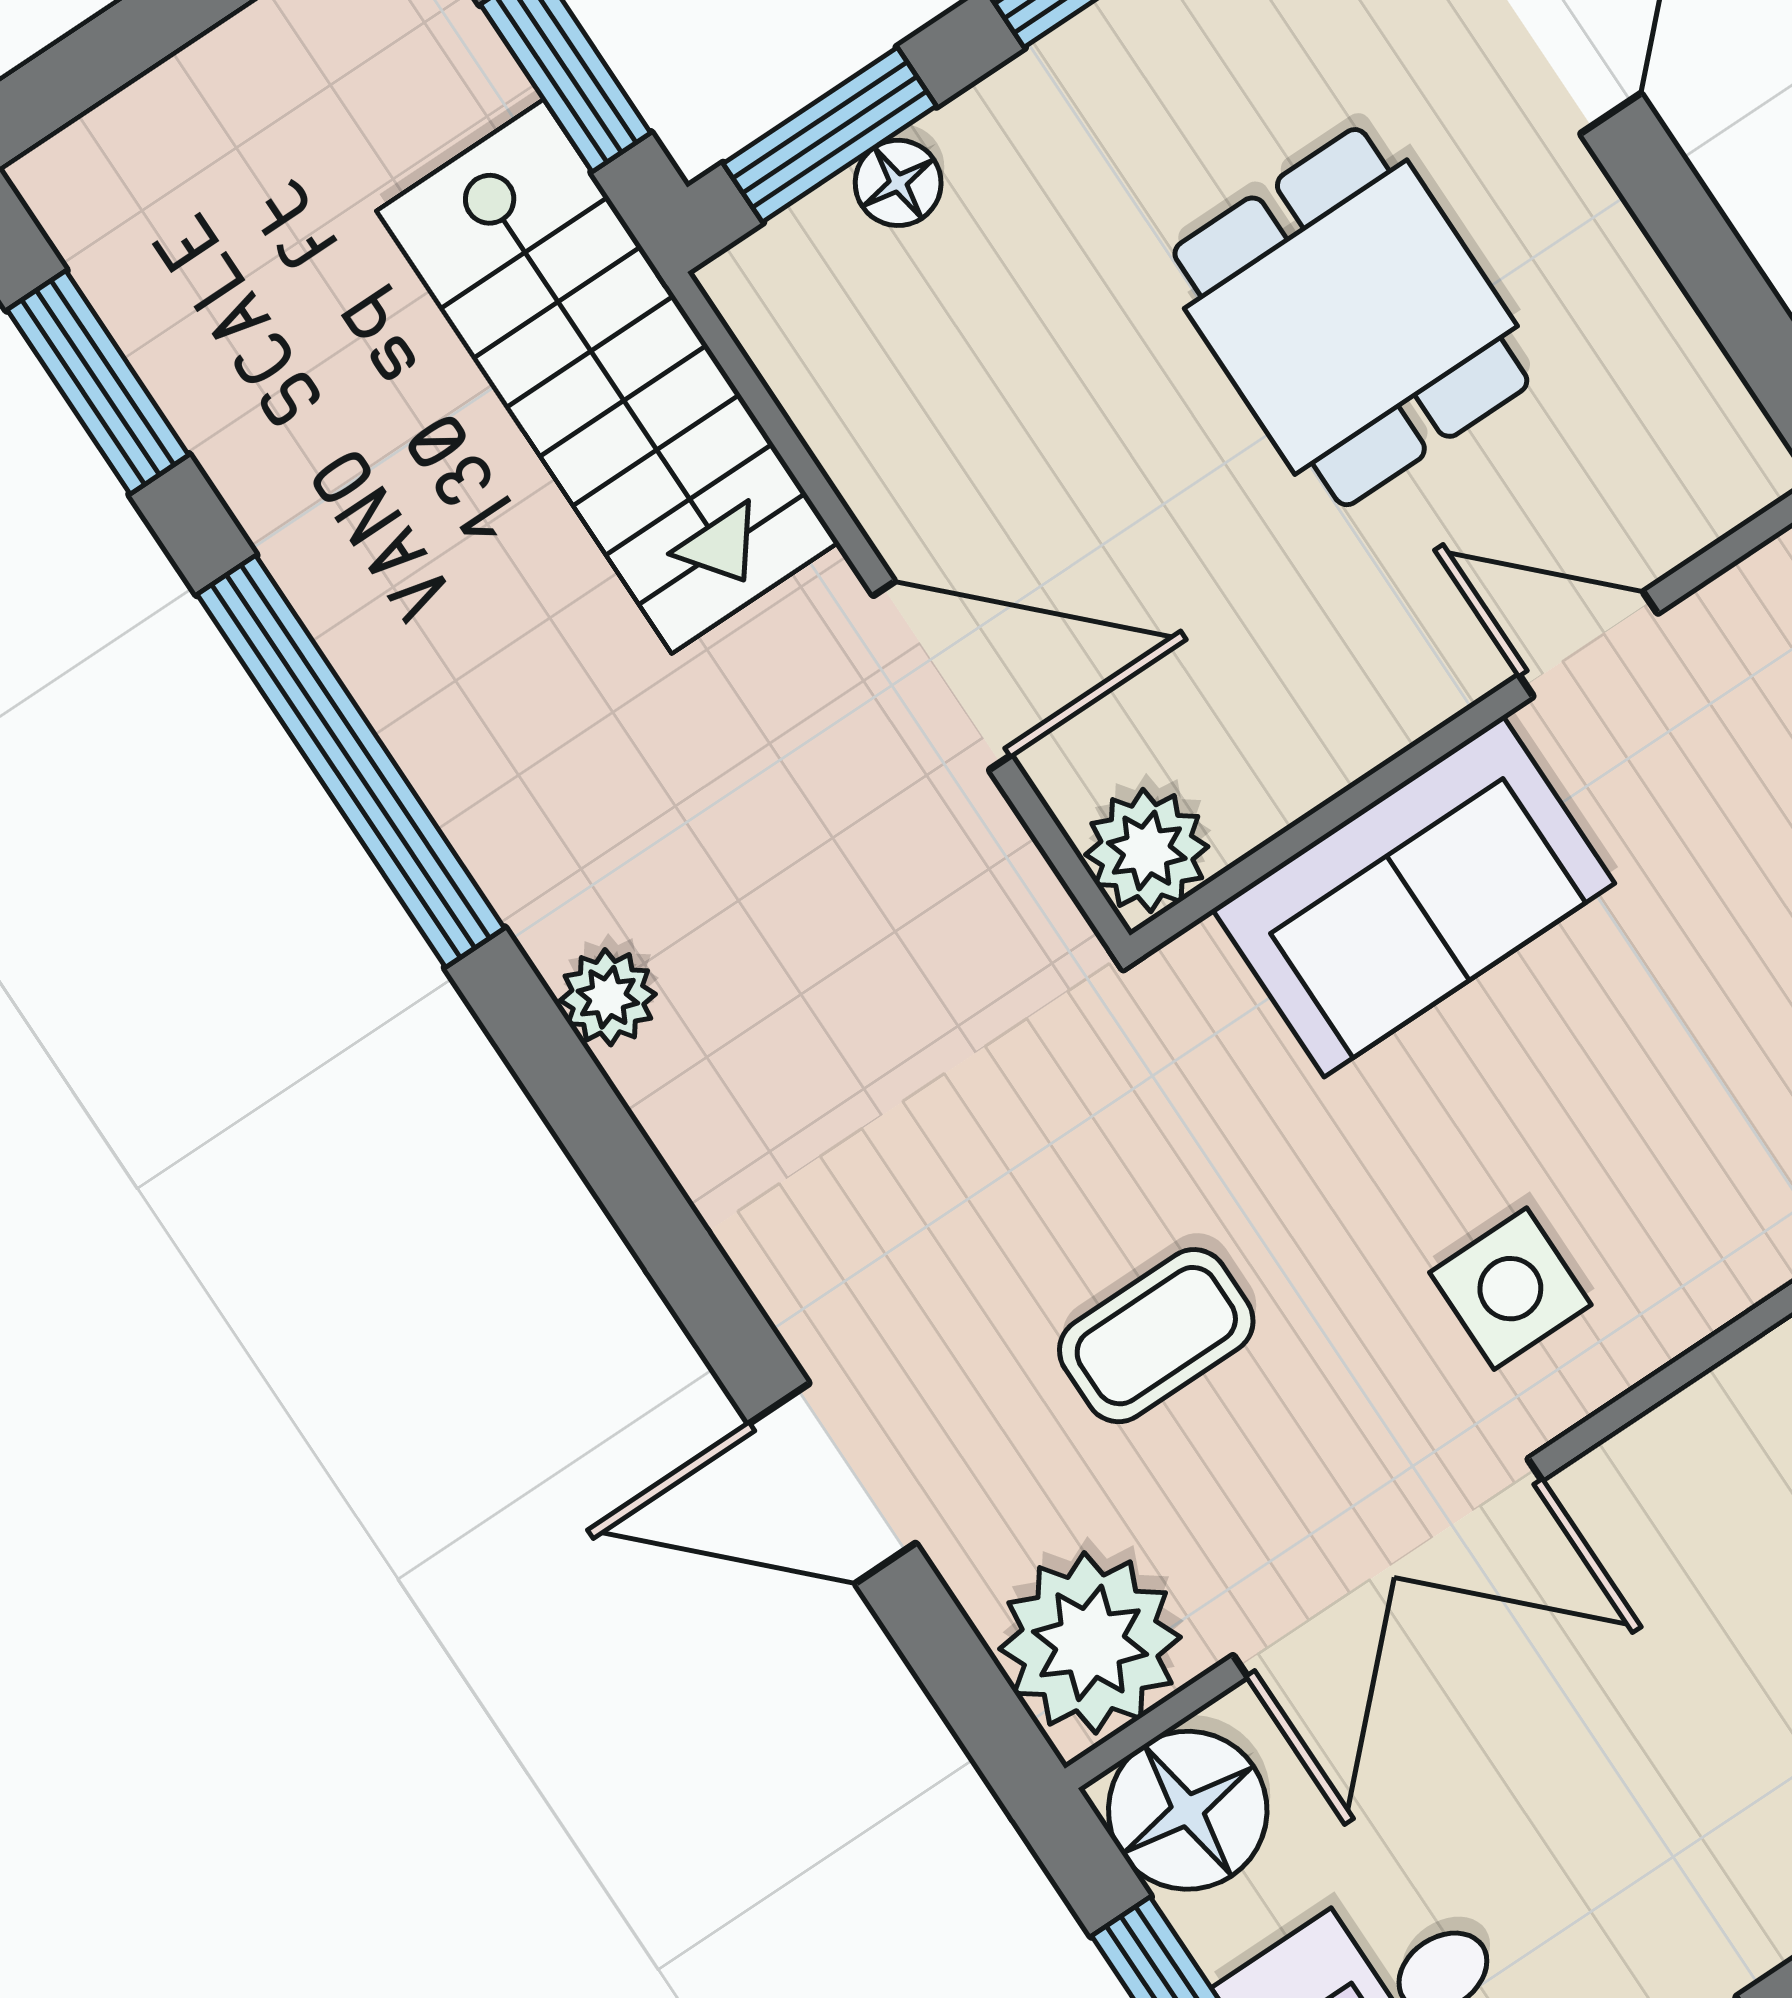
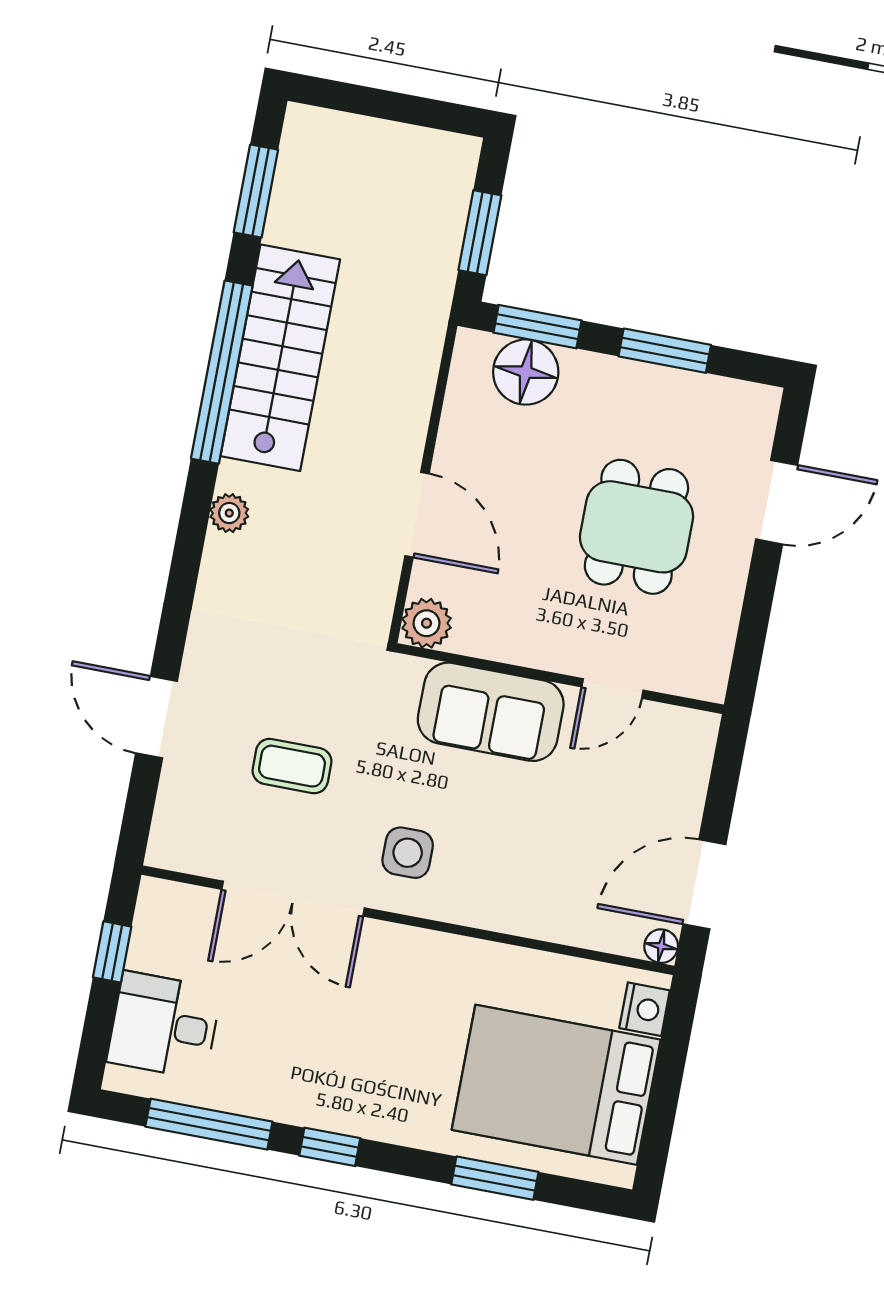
floor lamp: (898, 183) -> (526, 372), width x1.89, depth x1.89
stairs: (608, 376) -> (280, 358), moved, turned 180
door: (1588, 644) -> (613, 688), swing flipped
plant: (1090, 1643) -> (186, 836), removed
floor lamp: (1188, 1810) -> (167, 912), removed

